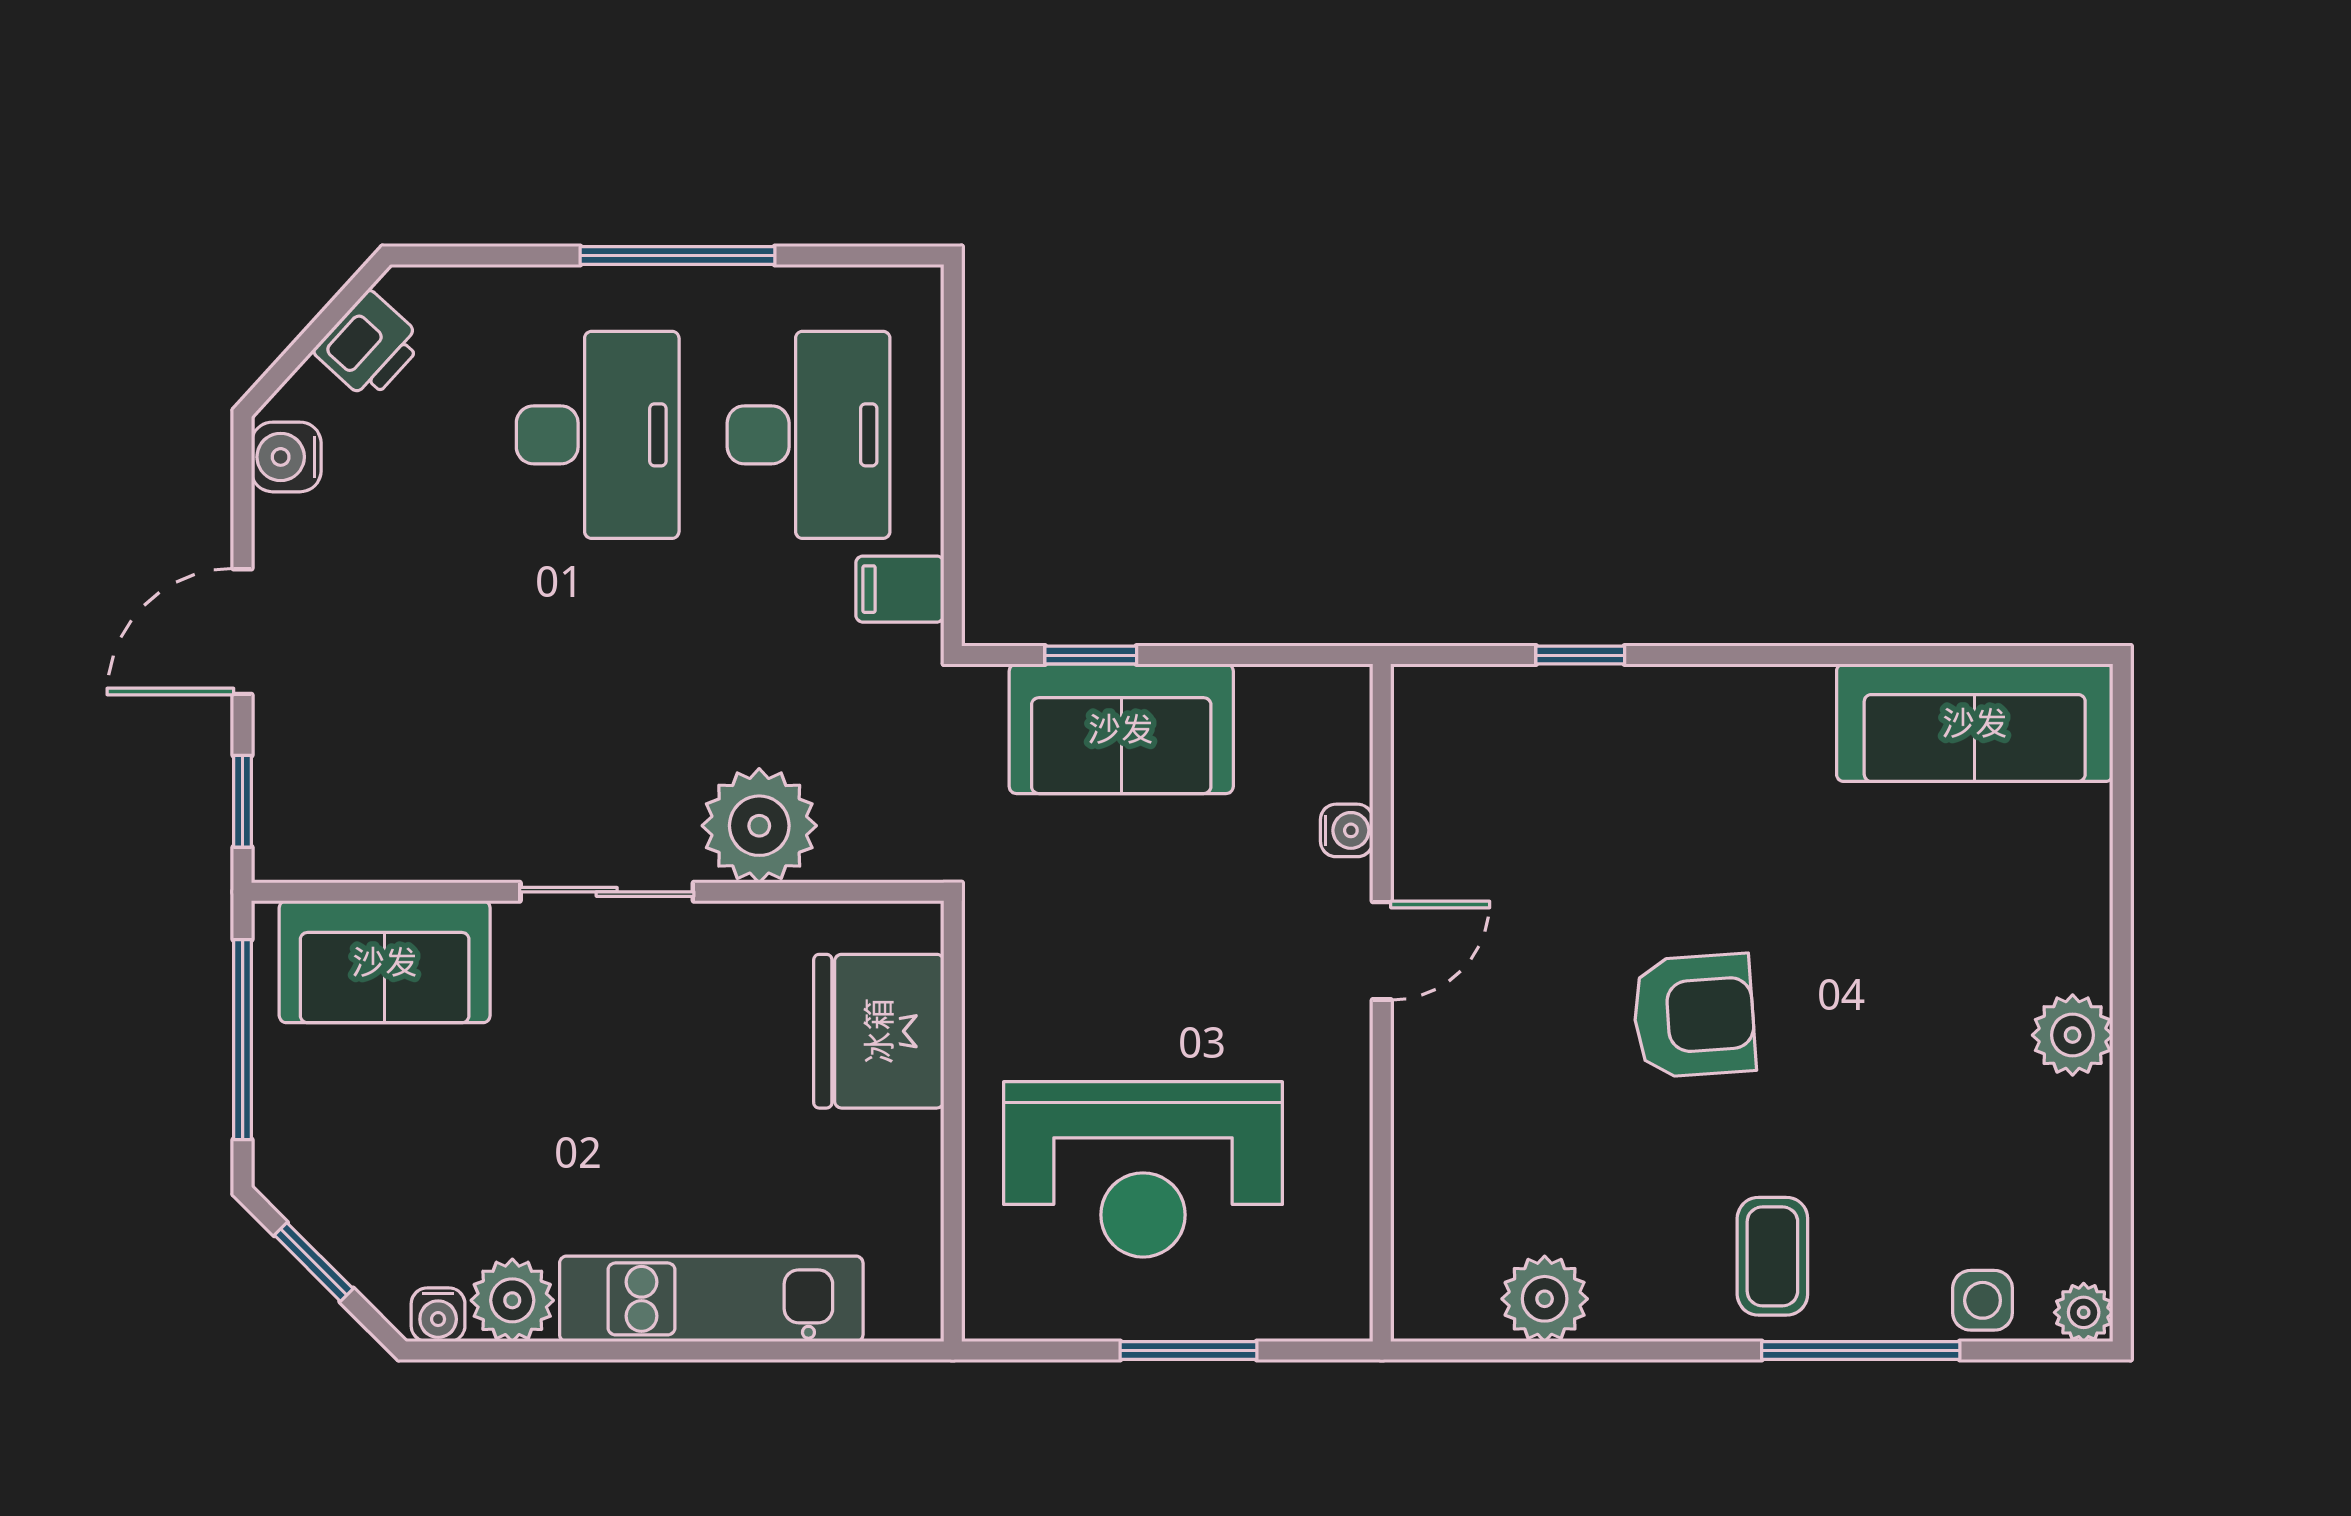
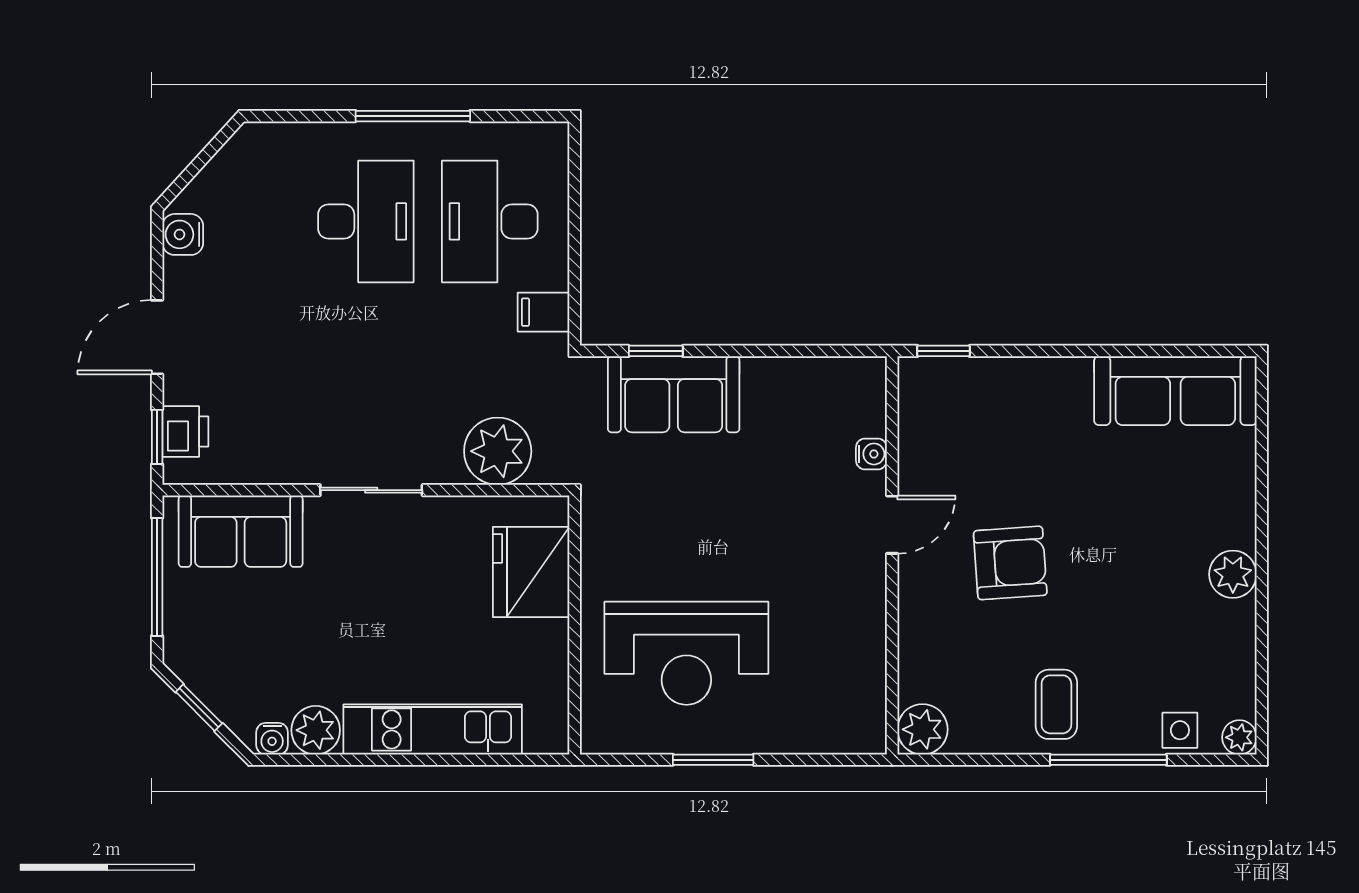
printer: (369, 346) -> (185, 431), moved, turned -42
desk: (809, 435) -> (490, 221), turned 180
plant: (759, 826) -> (498, 451), moved
water cooler: (1347, 830) -> (871, 454), moved
door: (1382, 951) -> (892, 525), moved
wall: (1382, 1003) -> (892, 555), moved

